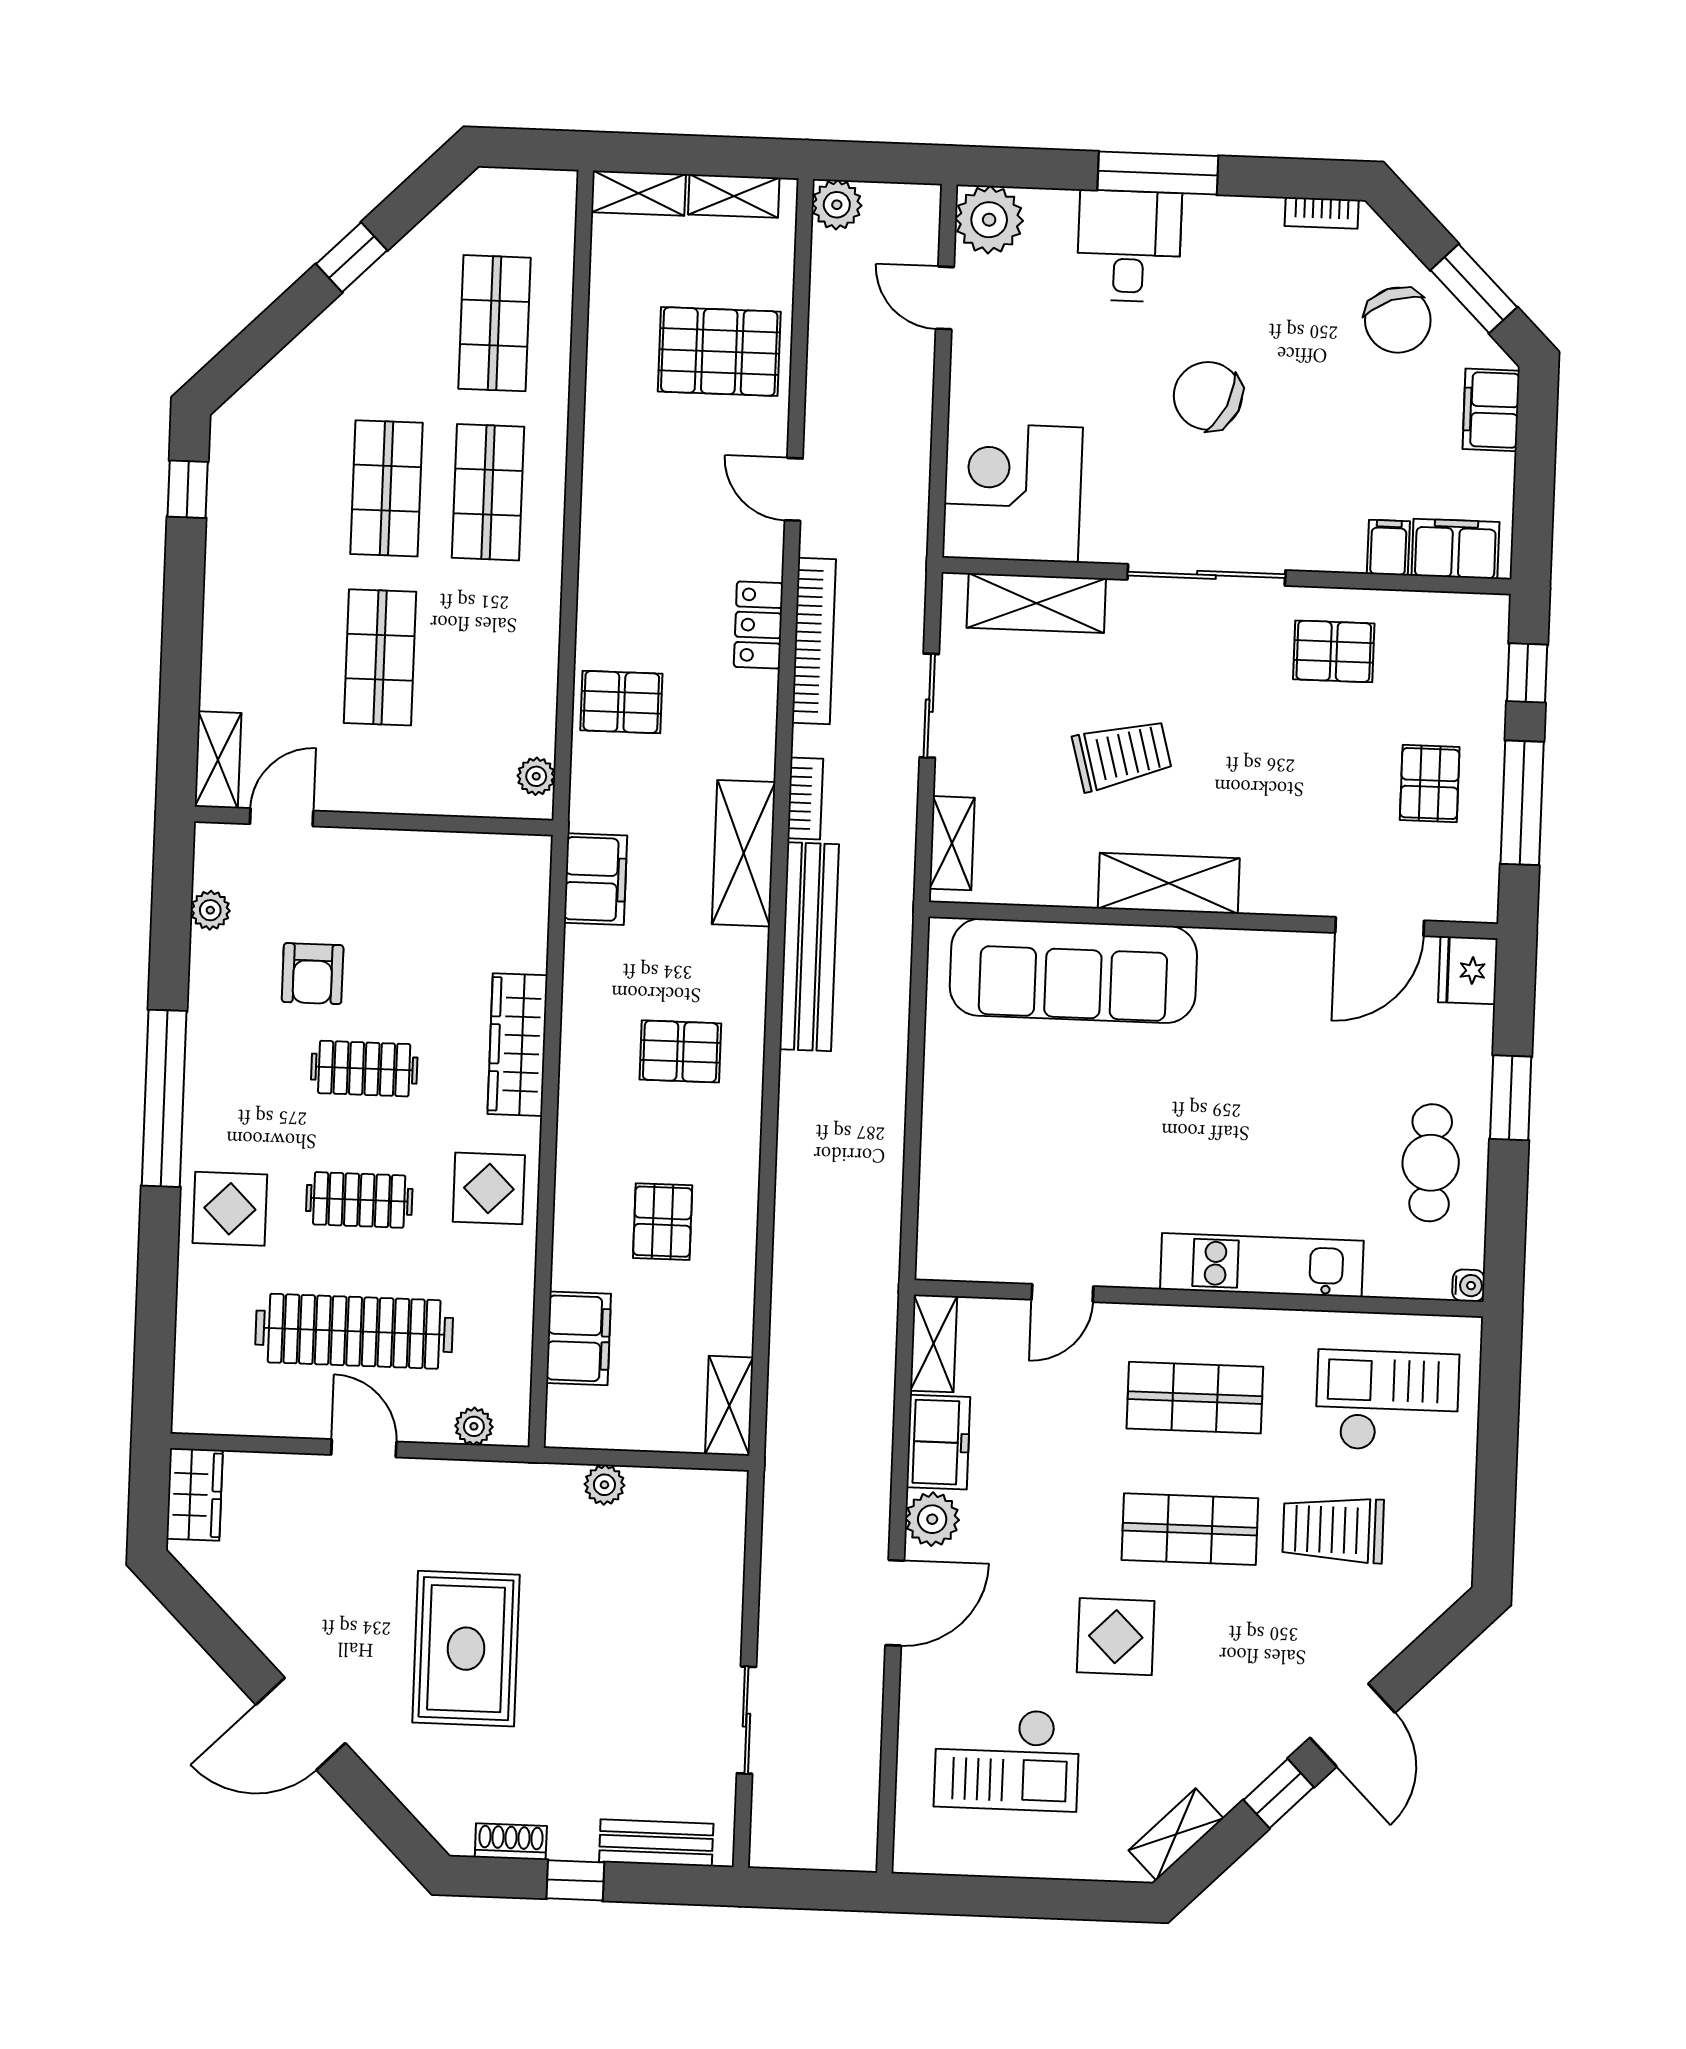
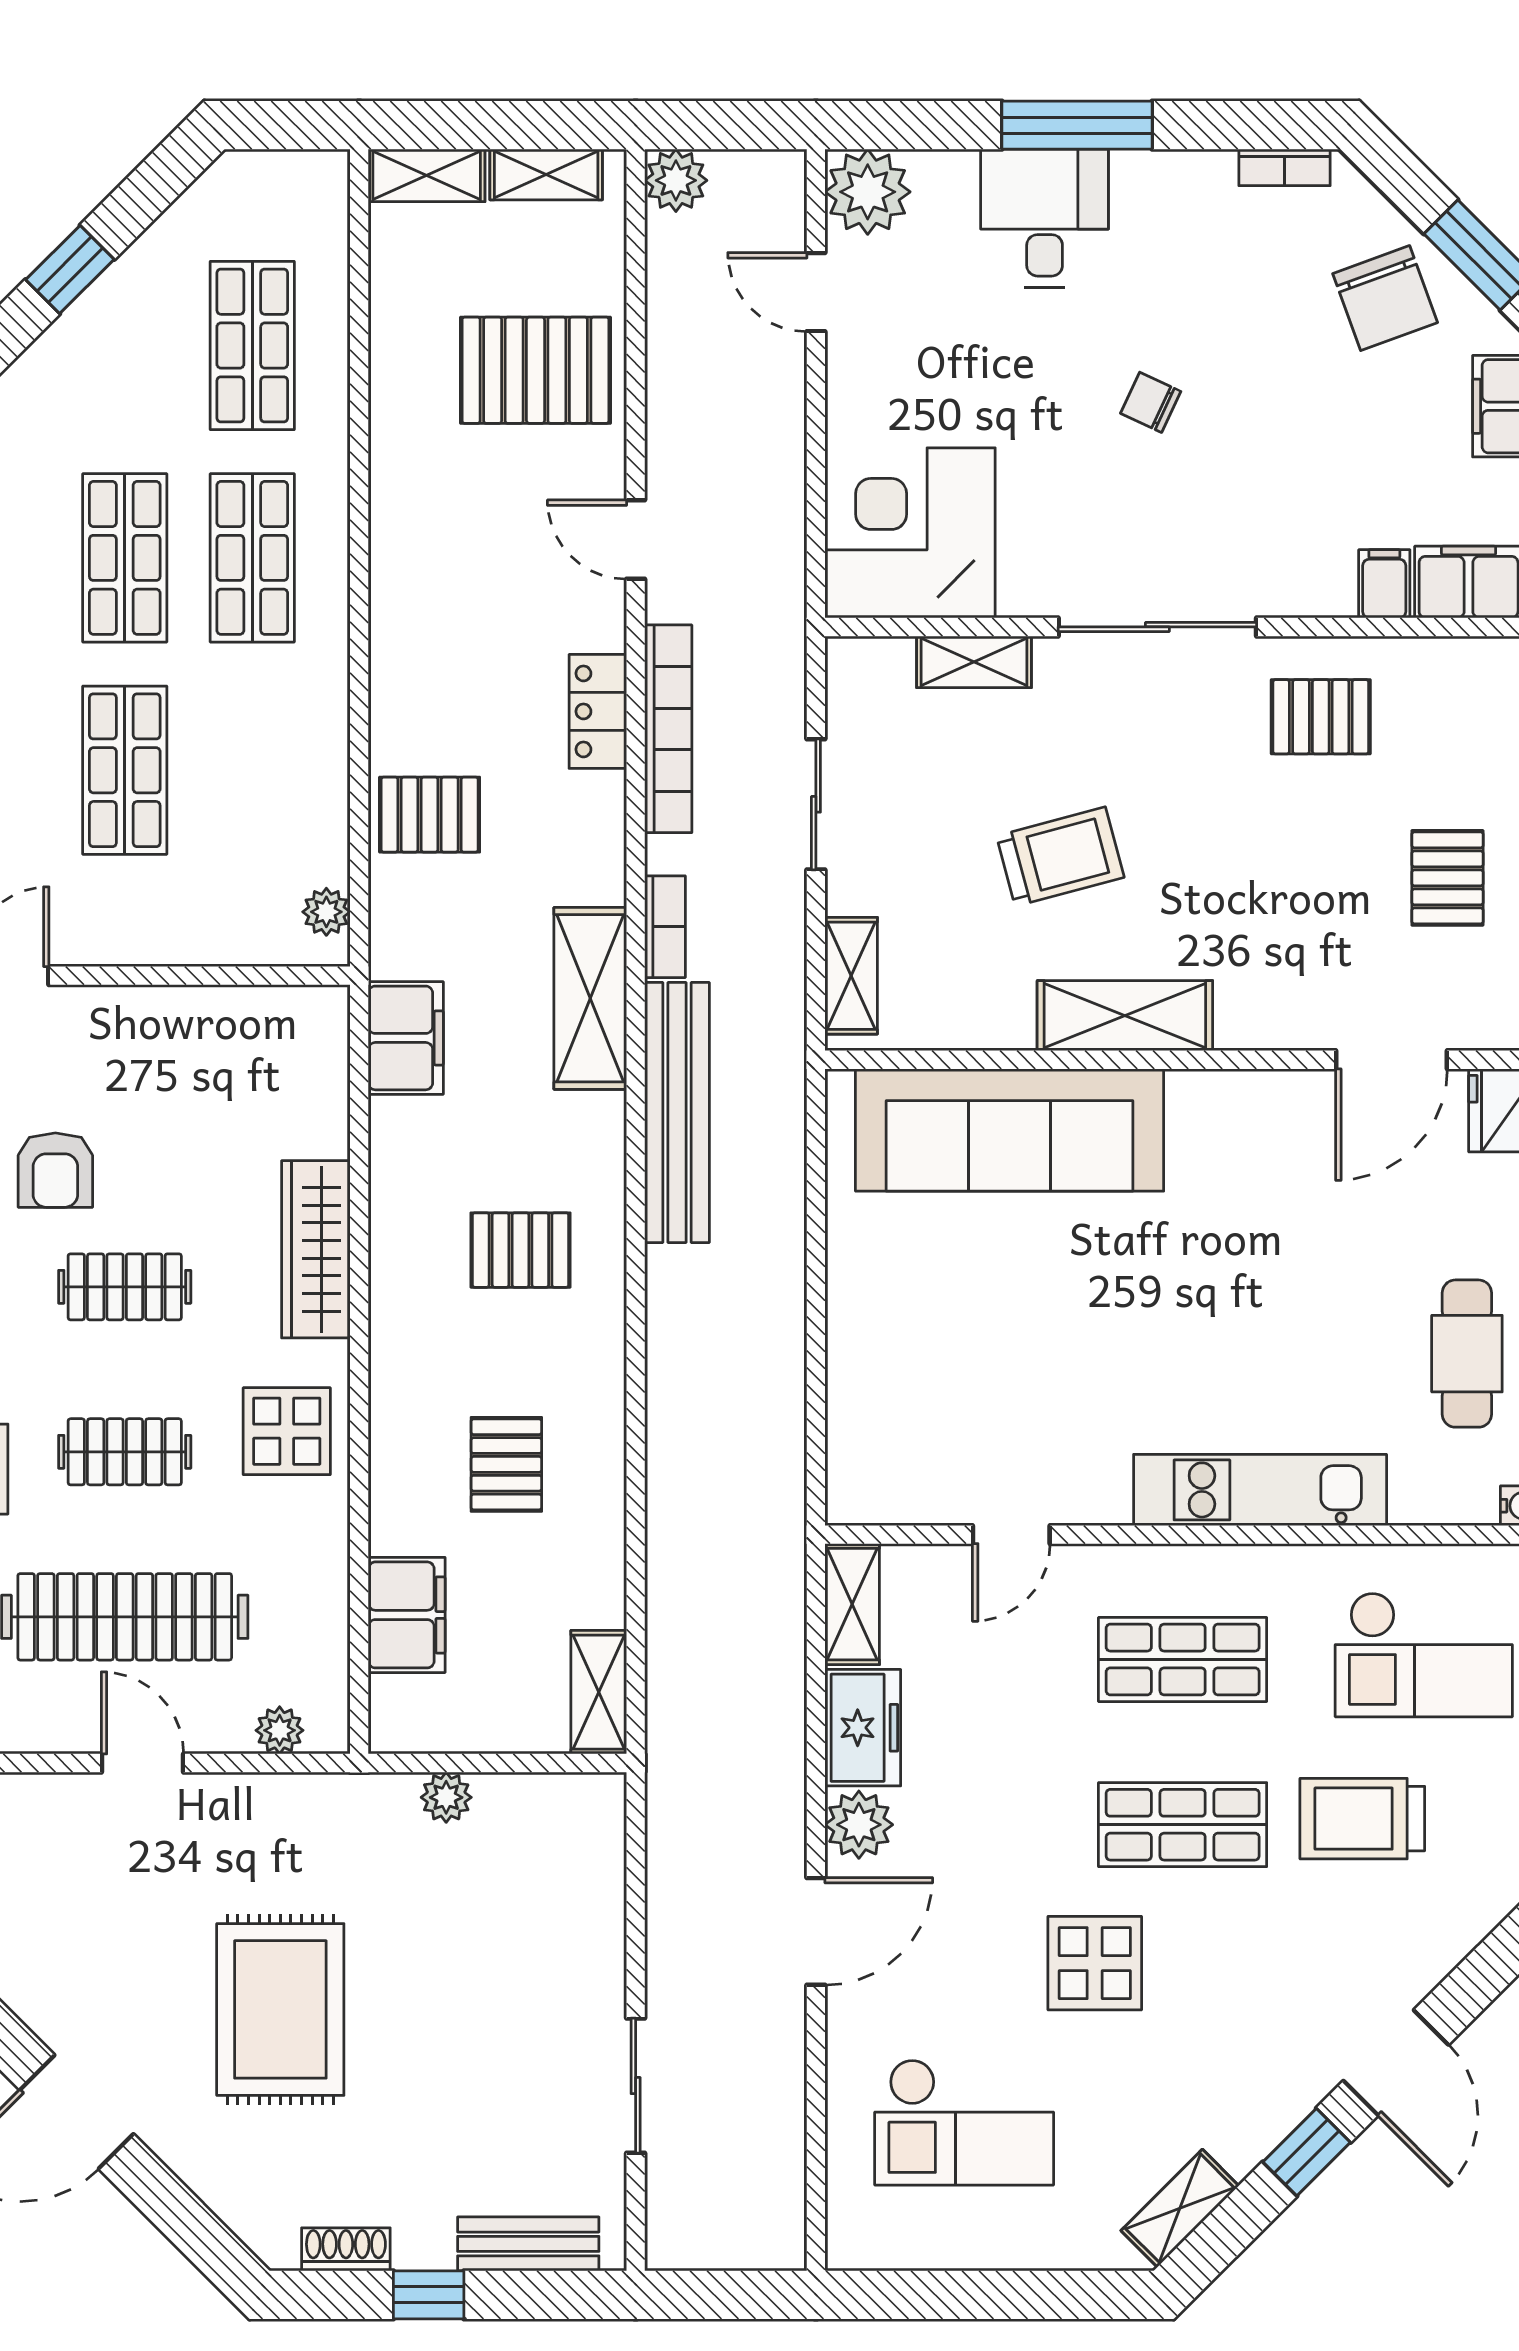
chair: (1208, 396) -> (1151, 402), width x0.54, depth x0.54
shelving: (1036, 603) -> (974, 662), width x0.67, depth x0.75
checkout: (1387, 1401) -> (1424, 1655), turned 180

